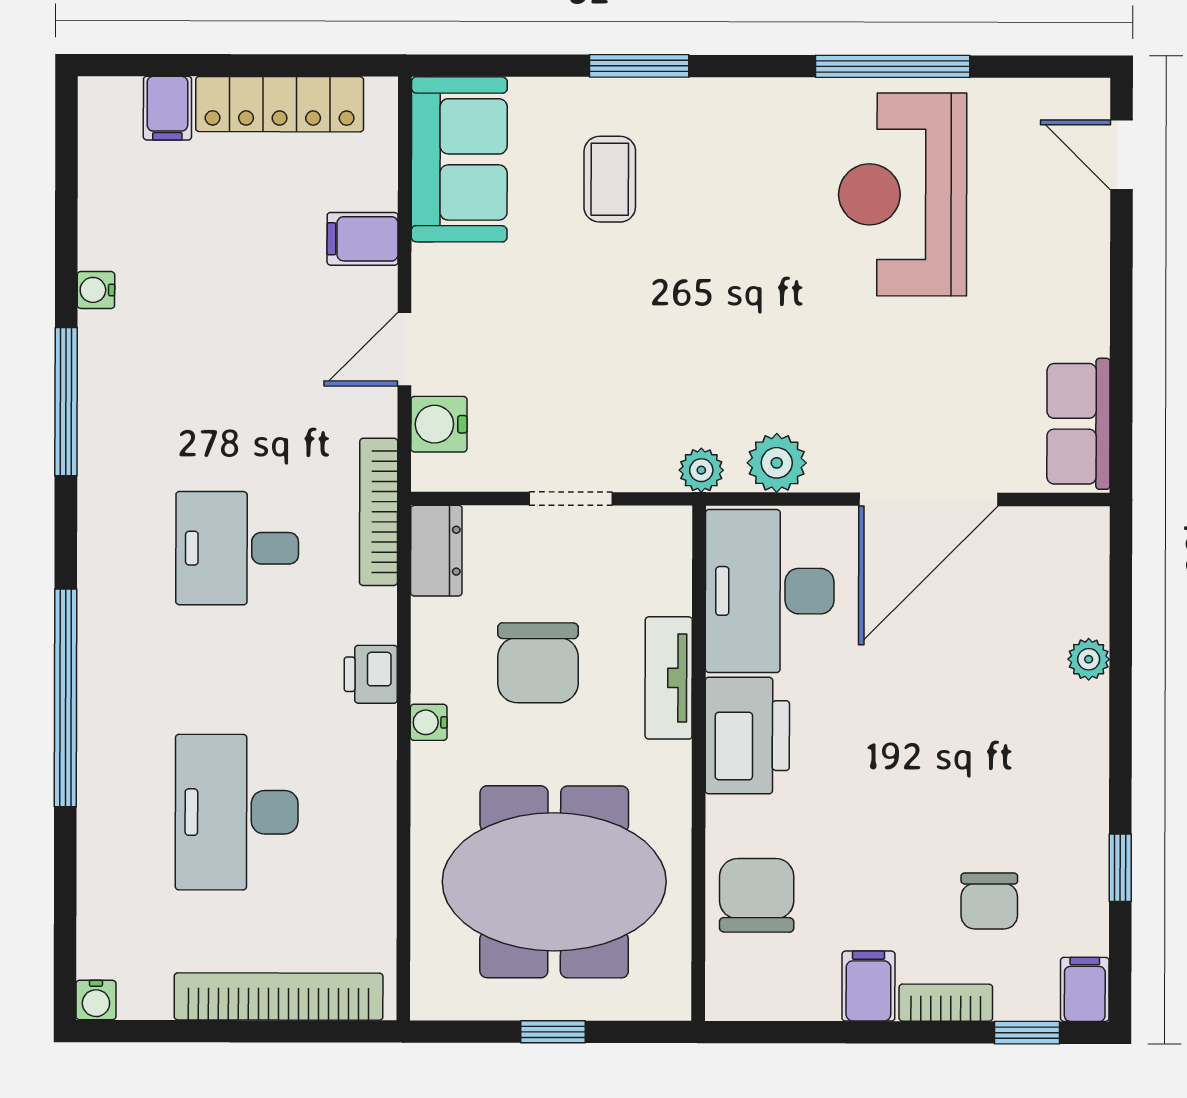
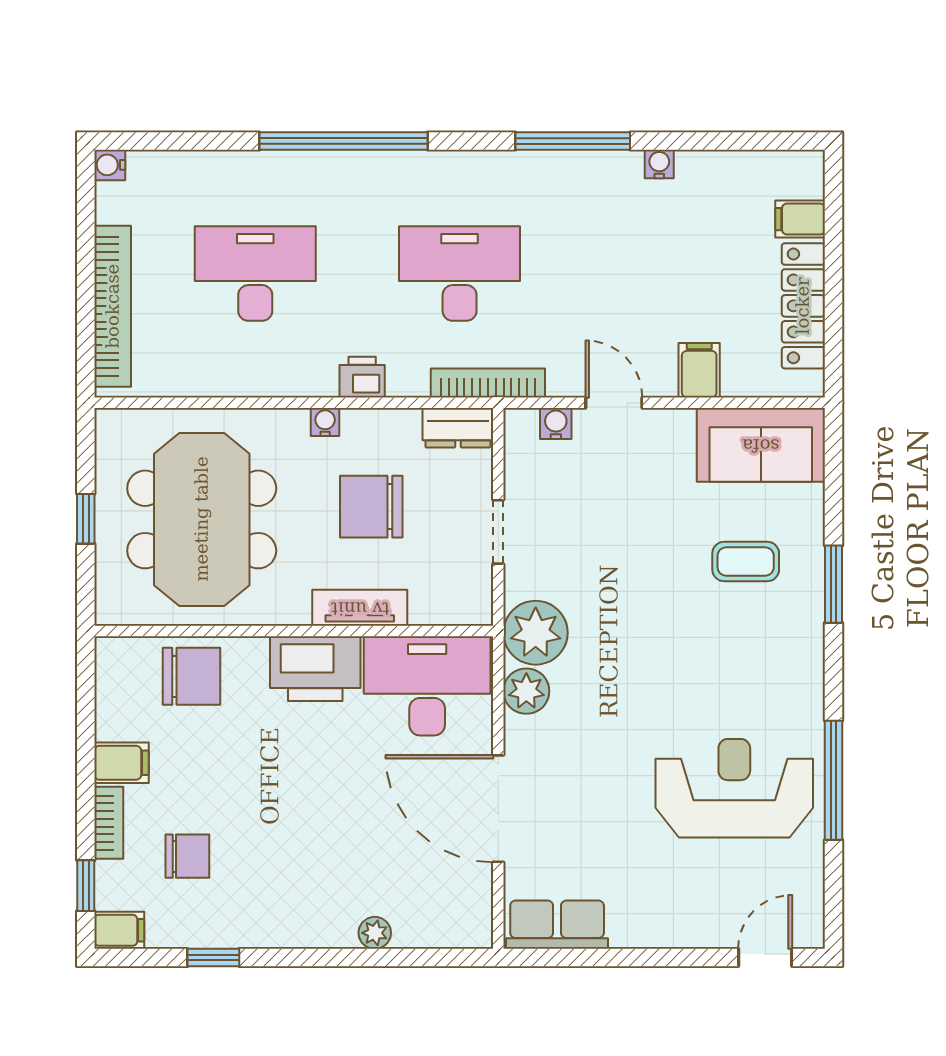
water cooler: (439, 424) -> (556, 424), width x0.72, depth x0.72
plant: (701, 470) -> (536, 633), width x1.88, depth x1.88
desk: (237, 548) -> (460, 274), width x1.37
chair: (989, 901) -> (187, 856), turned 180

